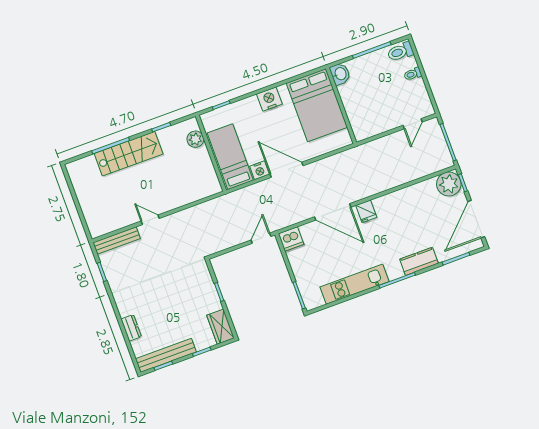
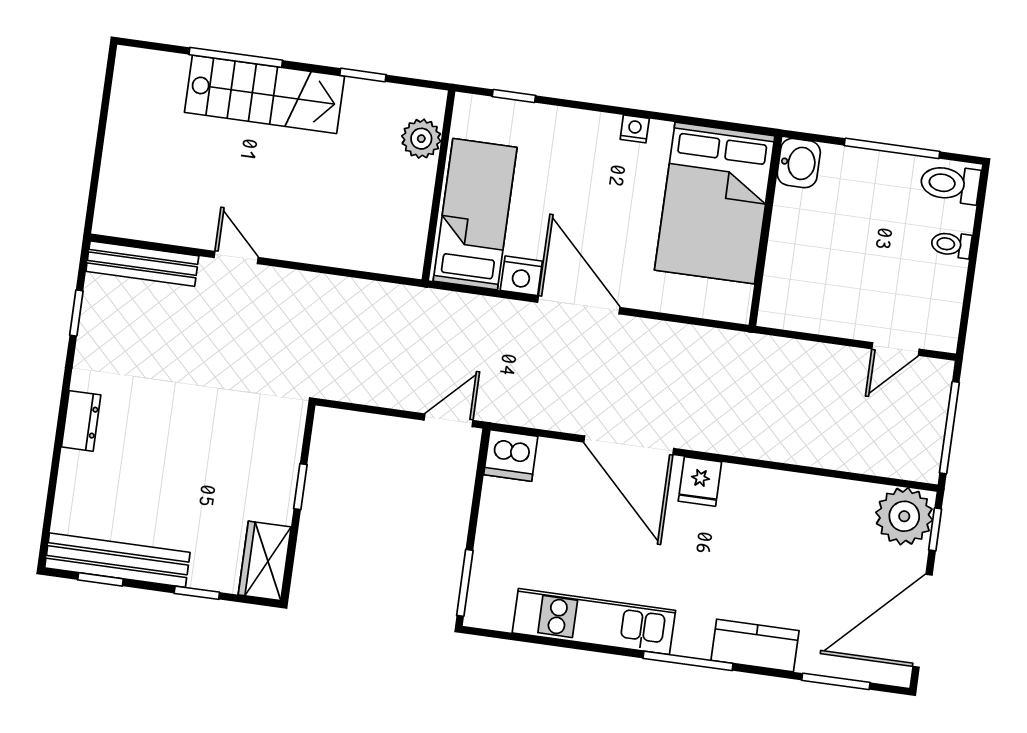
nightstand: (269, 99) -> (635, 129), width x0.53, depth x0.56
dresser: (131, 328) -> (81, 421), moved

